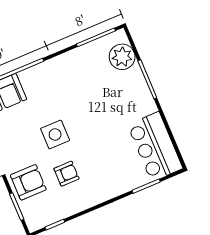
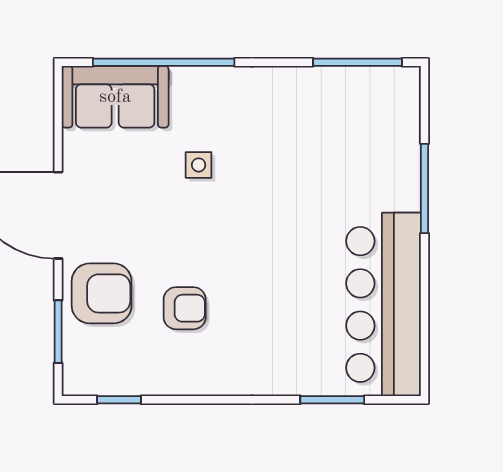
plant: (122, 57) -> (393, 123), removed
side table: (55, 134) -> (199, 165), moved, width x0.54, depth x0.54
bar counter: (155, 147) -> (383, 304), width x1.36

